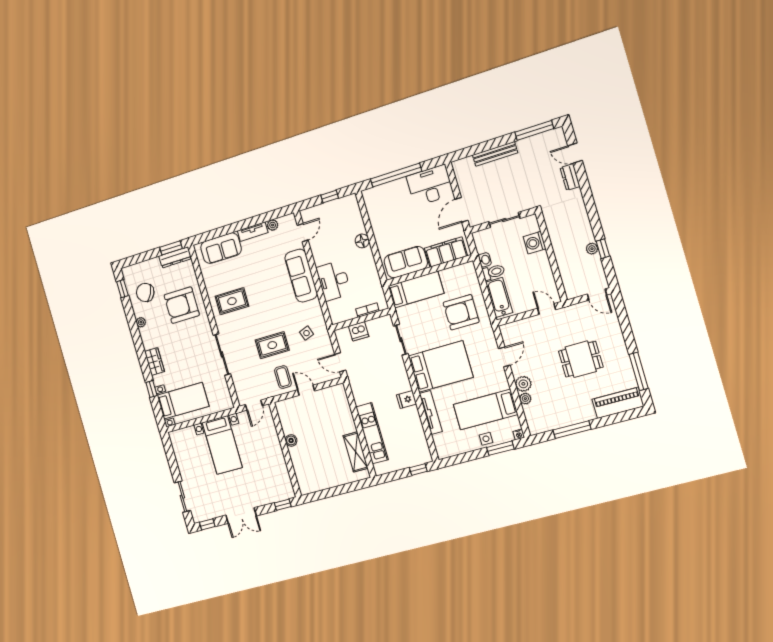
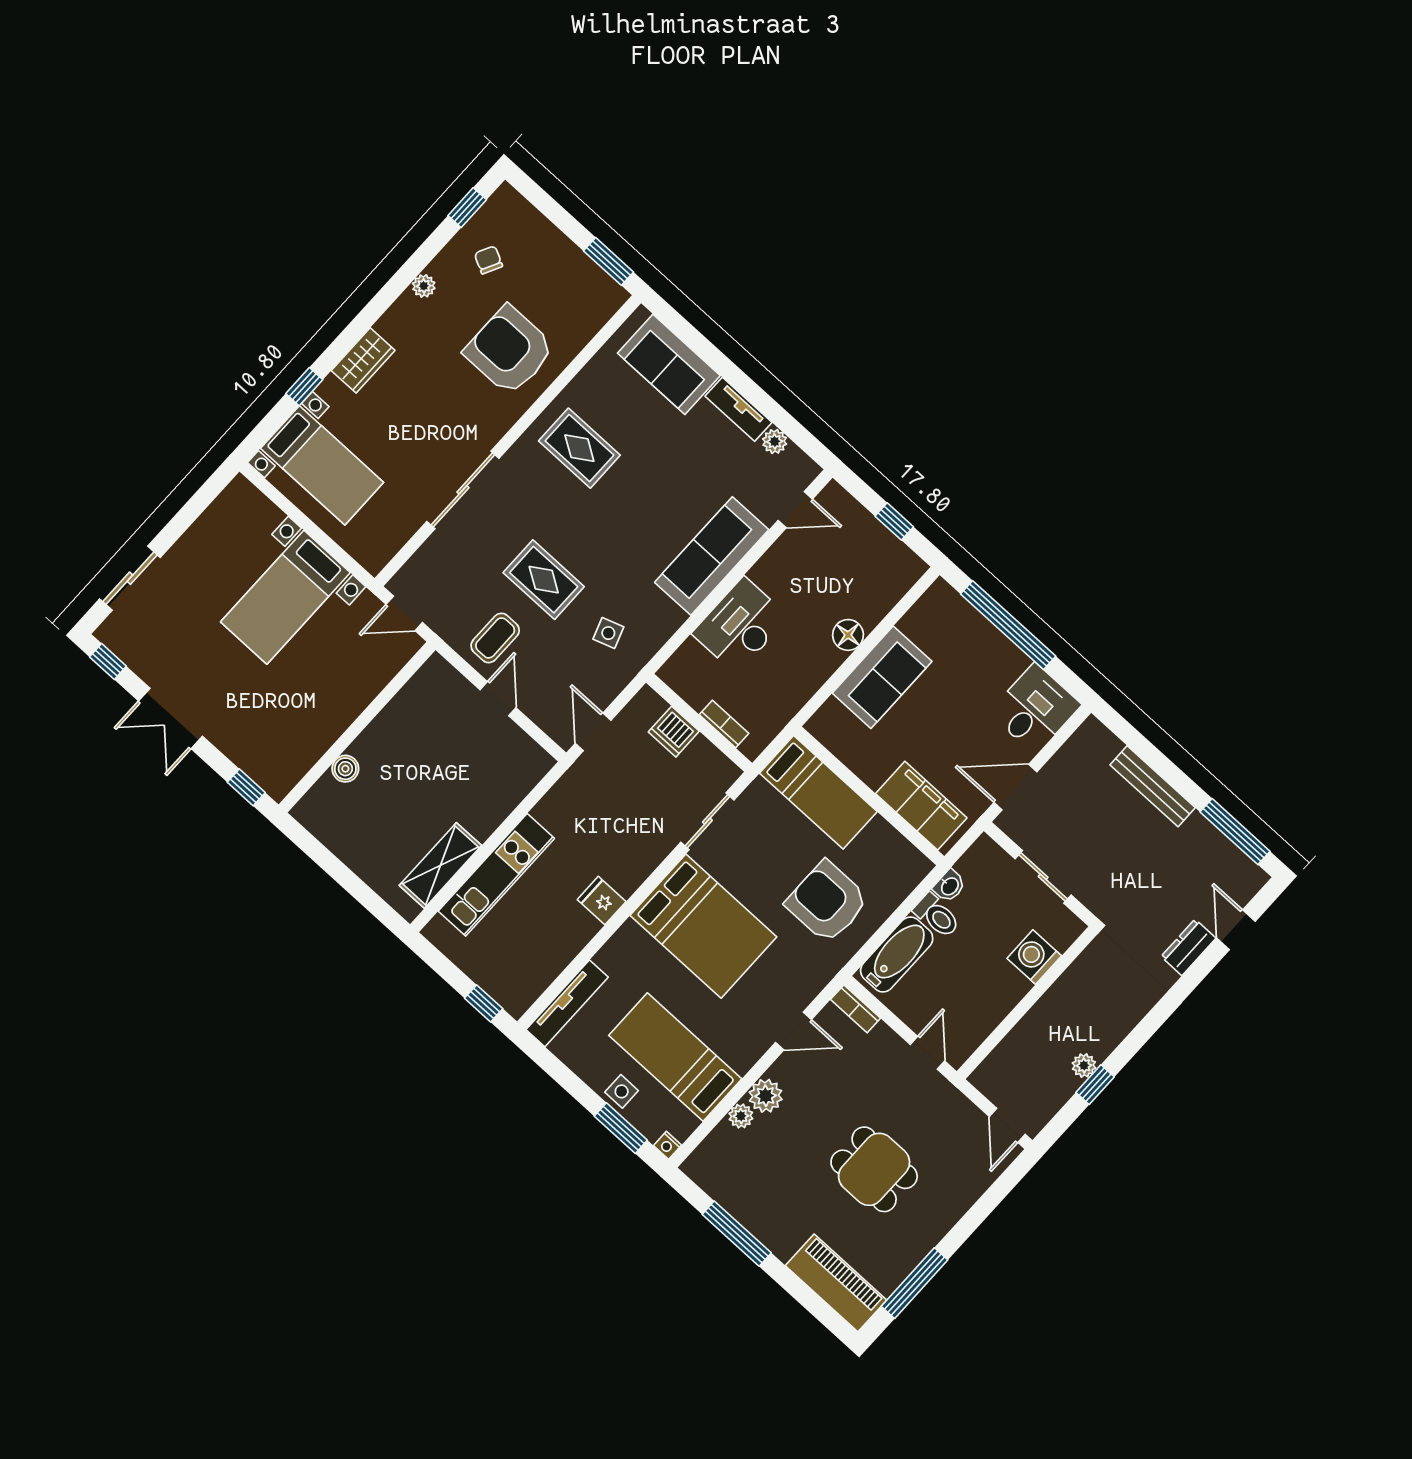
desk: (430, 185) -> (1035, 709), width x0.73
dresser: (175, 257) -> (595, 281), removed
sofa: (406, 262) -> (882, 677), moved, turned 90
chair: (145, 292) -> (488, 260), width x0.54, depth x0.54
bookcase: (511, 327) -> (855, 1009), added
tv unit: (431, 413) -> (567, 1003), moved
boiler: (291, 440) -> (345, 769), moved

